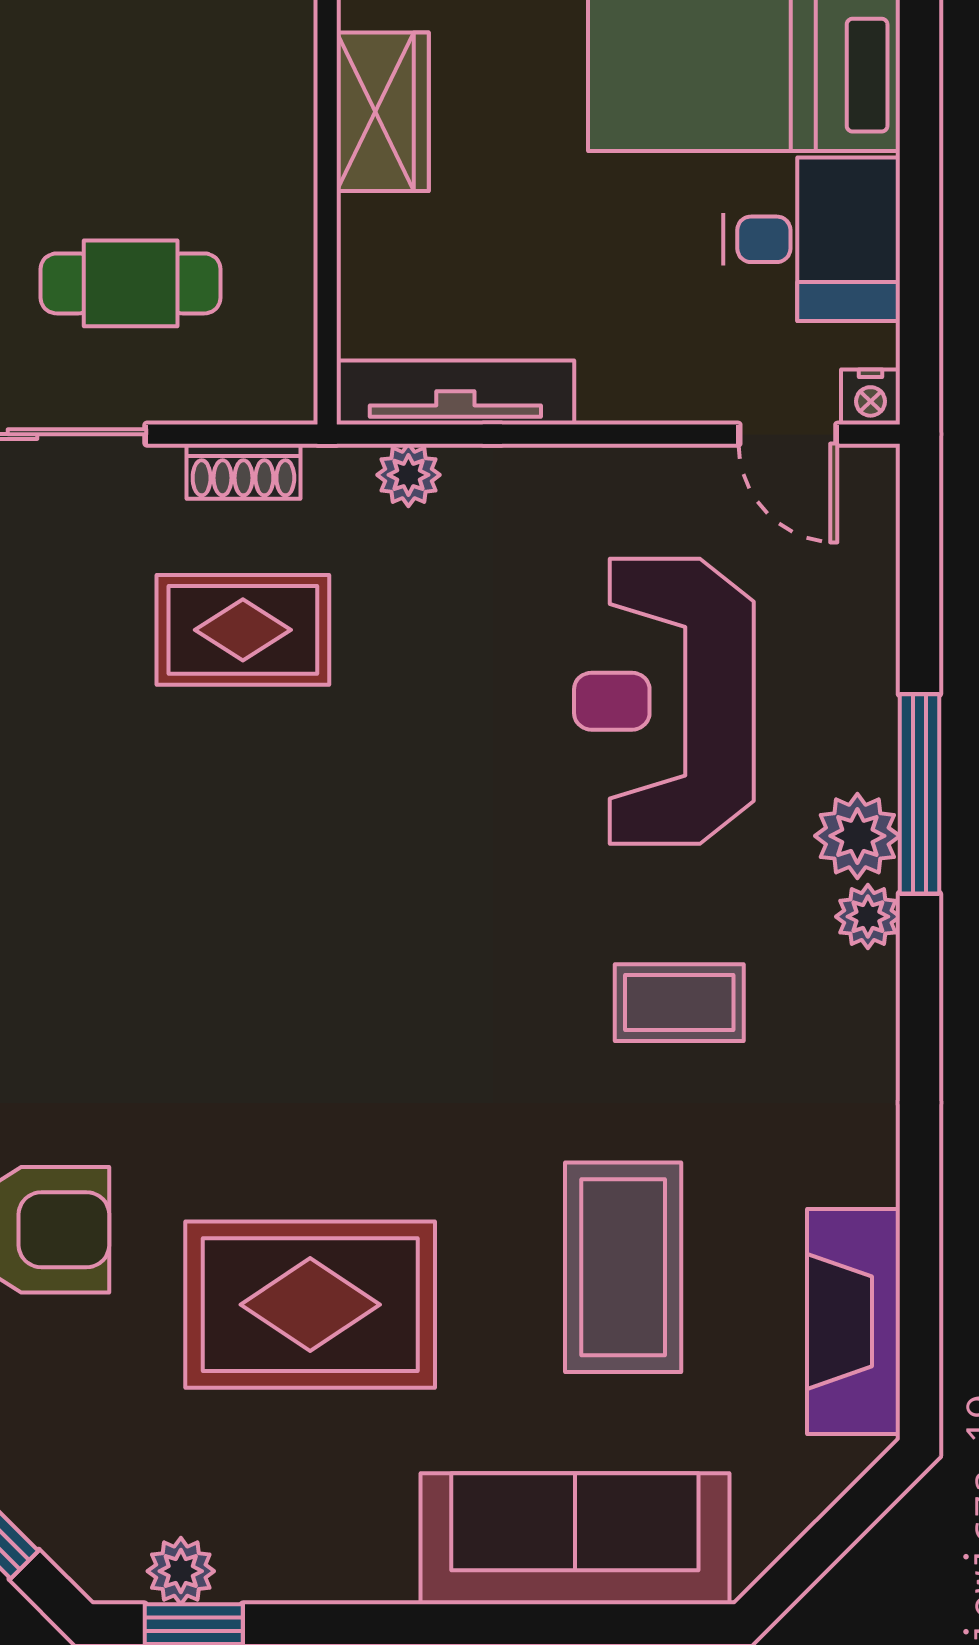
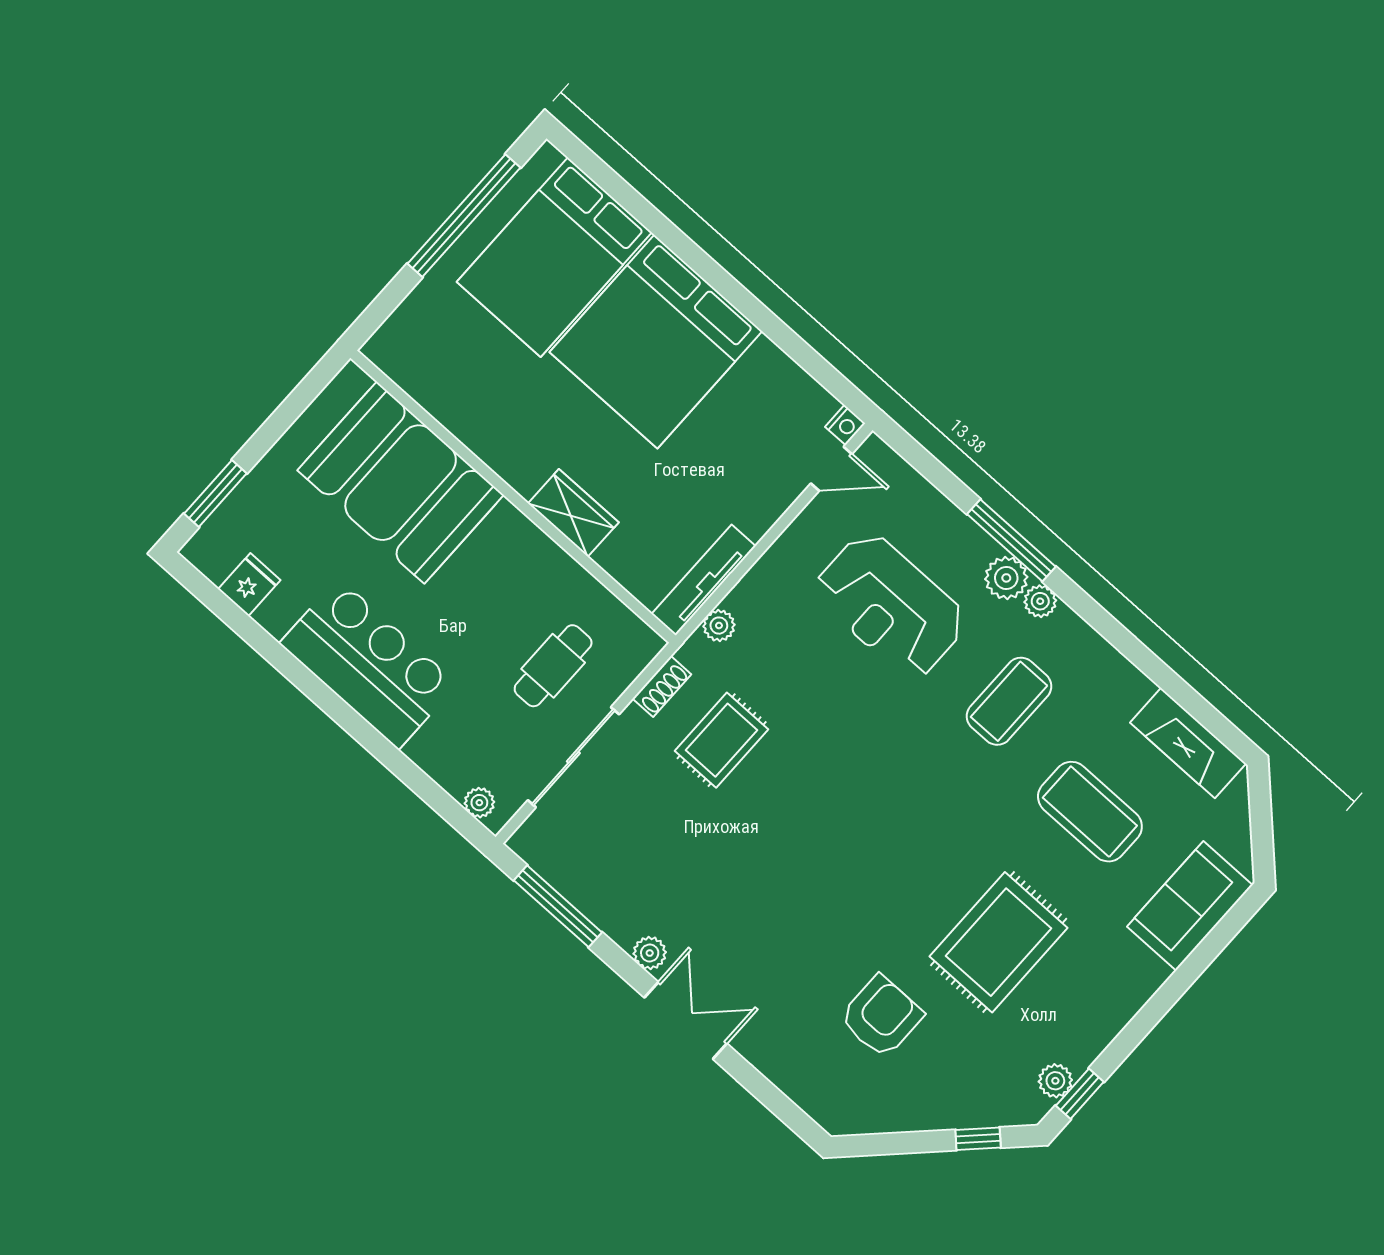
desk: (811, 239) -> (766, 394), removed
coffee table: (679, 1003) -> (1009, 701), width x1.36, depth x1.30
sofa: (575, 1539) -> (1190, 906), width x0.73

